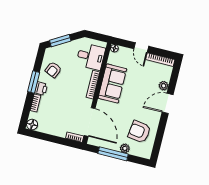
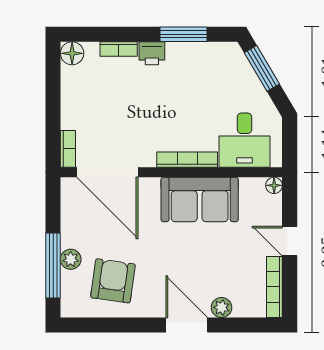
door: (141, 47) -> (290, 241), hinge flipped
armchair: (53, 70) -> (197, 69), removed
window: (34, 82) -> (183, 34), moved
door: (90, 122) -> (107, 172), hinge flipped
window: (113, 154) -> (53, 265), moved

